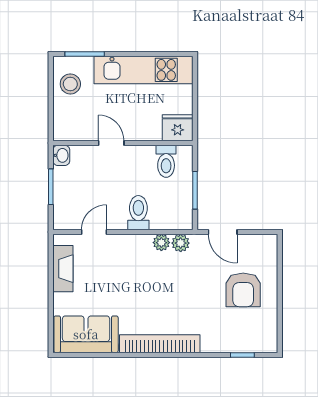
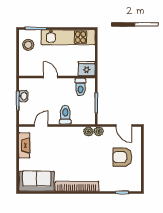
washbasin: (61, 155) -> (23, 96), moved
door: (223, 232) -> (124, 125), moved
plant: (161, 243) -> (99, 131), moved
armchair: (243, 290) -> (122, 157), turned 90

